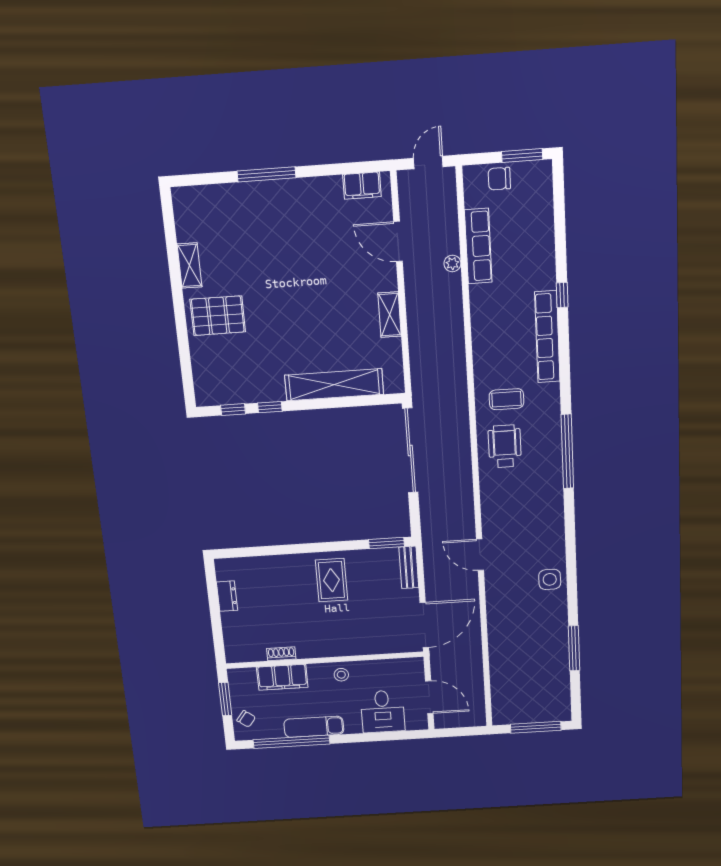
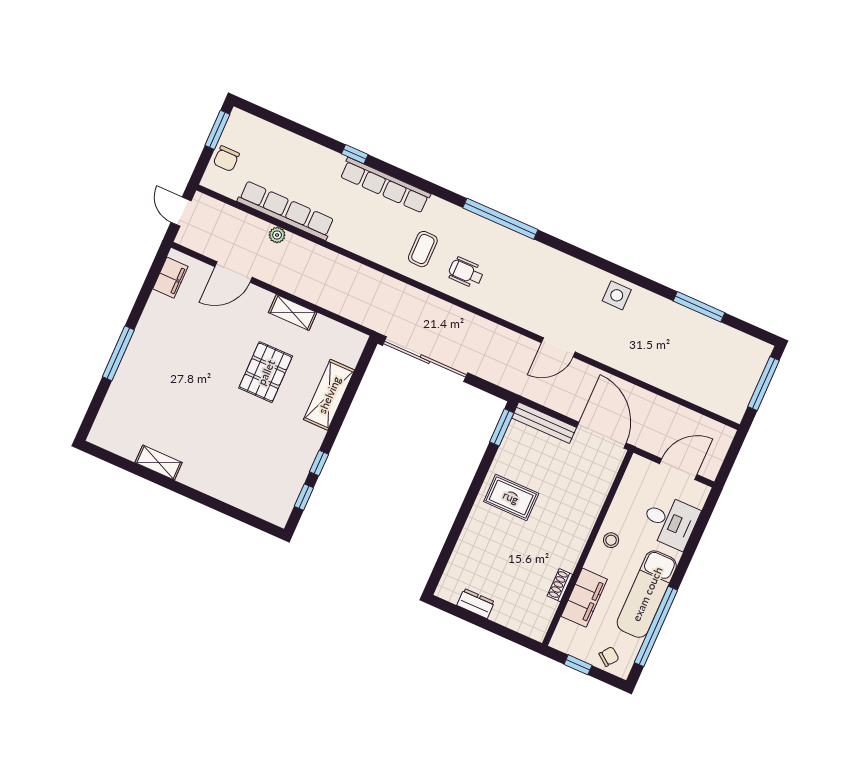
row of seats: (478, 246) -> (286, 211), width x1.36
pallet: (218, 316) -> (266, 372), moved
shelving: (334, 385) -> (329, 395), width x0.68
wheelchair: (505, 446) -> (466, 272), width x0.73, depth x0.73
bench: (409, 567) -> (544, 423), width x1.36
window: (225, 699) -> (578, 665), width x0.67
exam couch: (314, 727) -> (647, 594), width x1.36, depth x1.45

